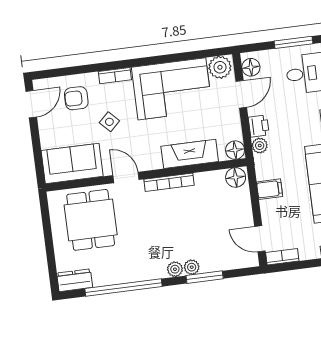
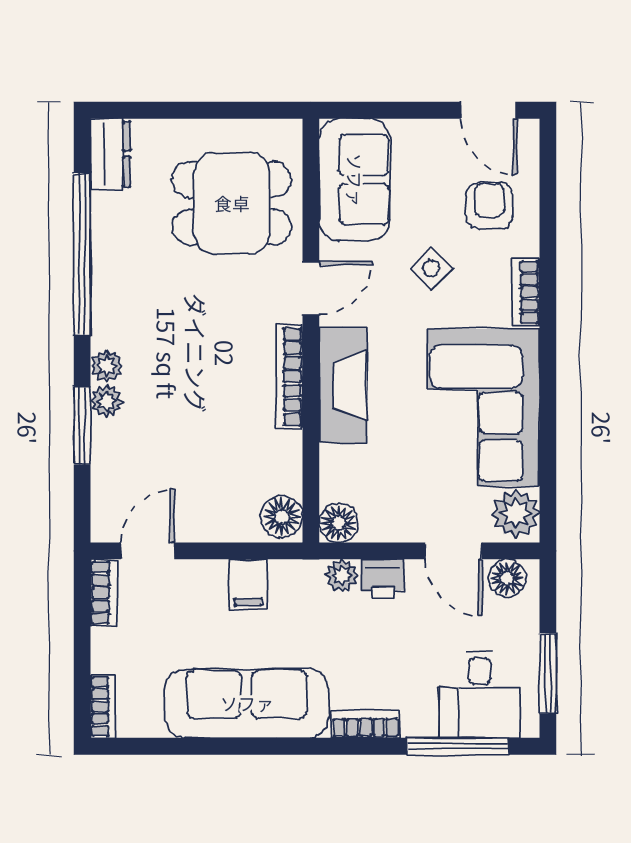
fireplace: (190, 154) -> (343, 385), moved

